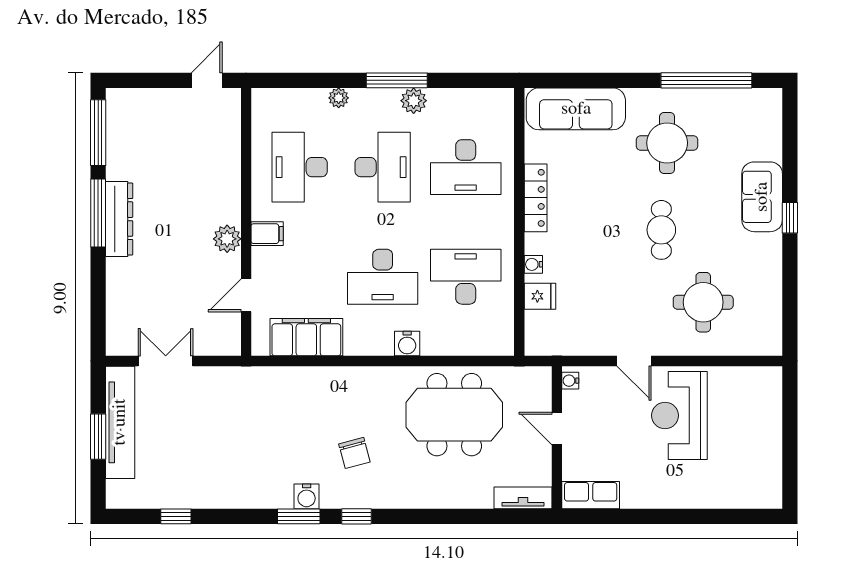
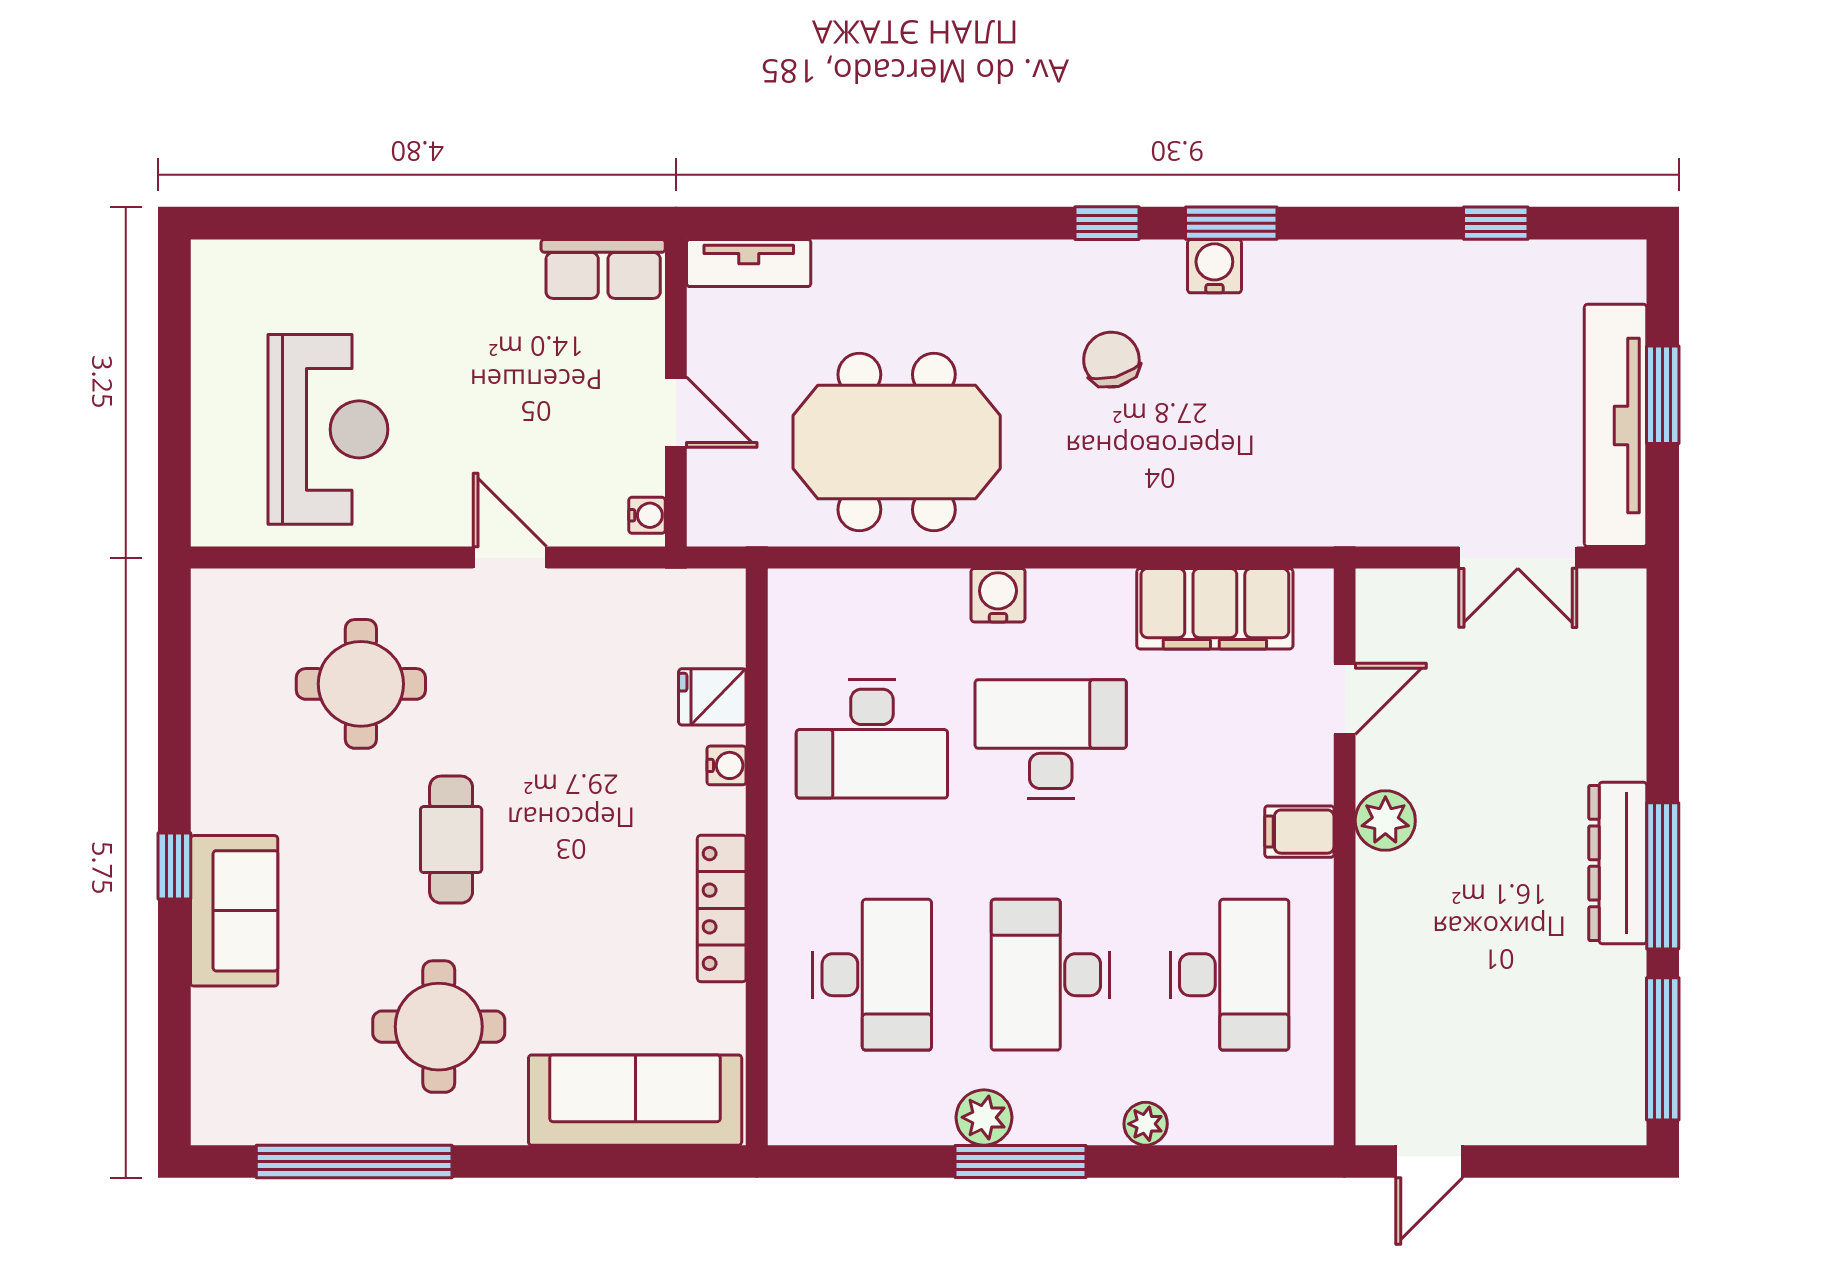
desk: (466, 167) -> (872, 975), turned 90
reception desk: (679, 415) -> (328, 429), moved

